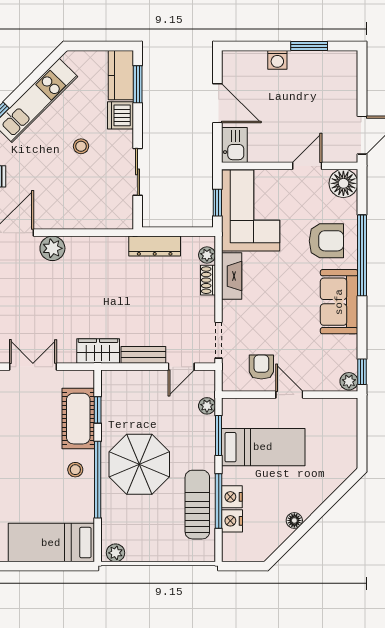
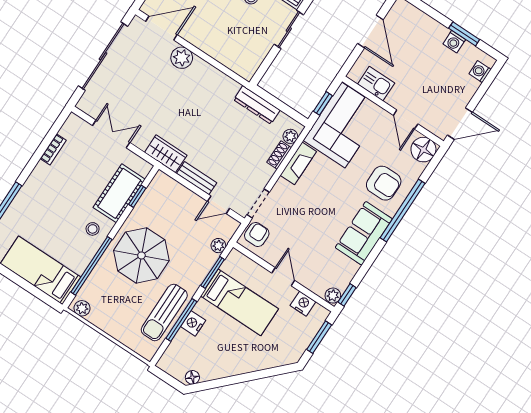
washing machine: (277, 60) -> (454, 42), moved
washing machine: (348, 72) -> (480, 72), added
kitchen sink: (234, 145) -> (376, 84), moved, turned -90
door: (307, 166) -> (406, 120), swing flipped
sliding door: (138, 172) -> (289, 30), moved
armchair: (261, 367) -> (257, 234), moved
window: (362, 430) -> (319, 337), added
window: (98, 480) -> (91, 266), moved
sun lounger: (197, 505) -> (164, 312), turned 180
floor lamp: (294, 520) -> (192, 377), moved
nightstand: (232, 521) -> (303, 304), moved, turned 90

